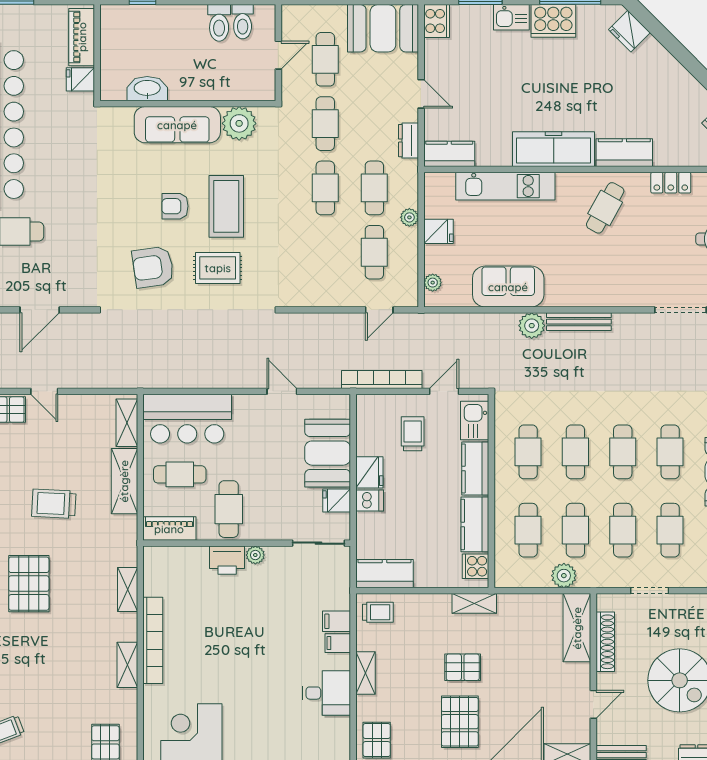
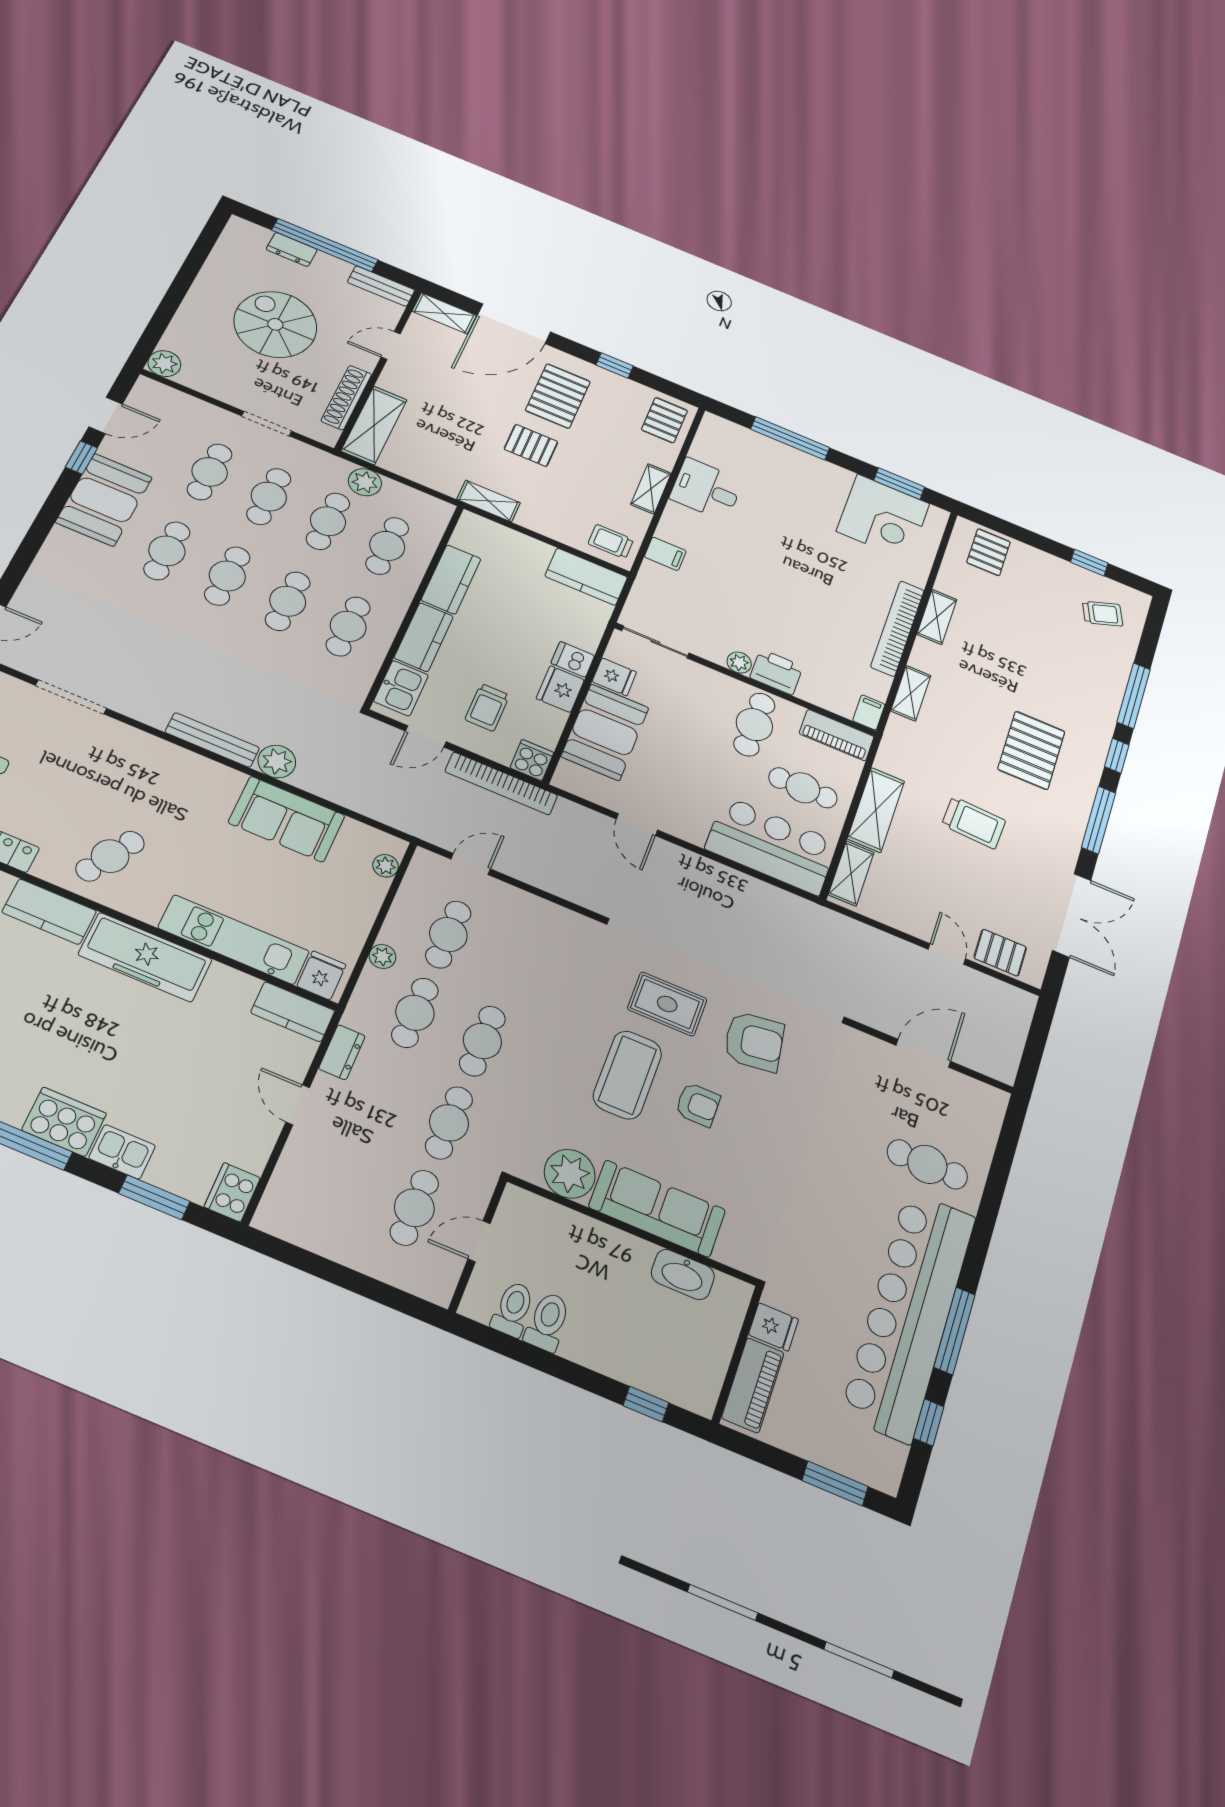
booth: (383, 28) -> (314, 1215), removed
fridge: (438, 231) -> (321, 975), moved, turned 90
cooker: (476, 566) -> (532, 760), moved, turned -90
filing cabinet: (338, 643) -> (869, 712), moved, turned -90

